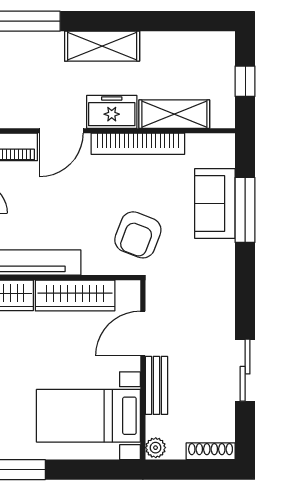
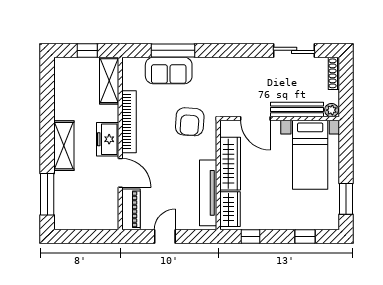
shelving: (174, 114) -> (109, 81), moved
armchair: (138, 235) -> (190, 122), turned 73
sliding door: (245, 370) -> (294, 50), moved
bench: (156, 385) -> (297, 109), width x1.36

